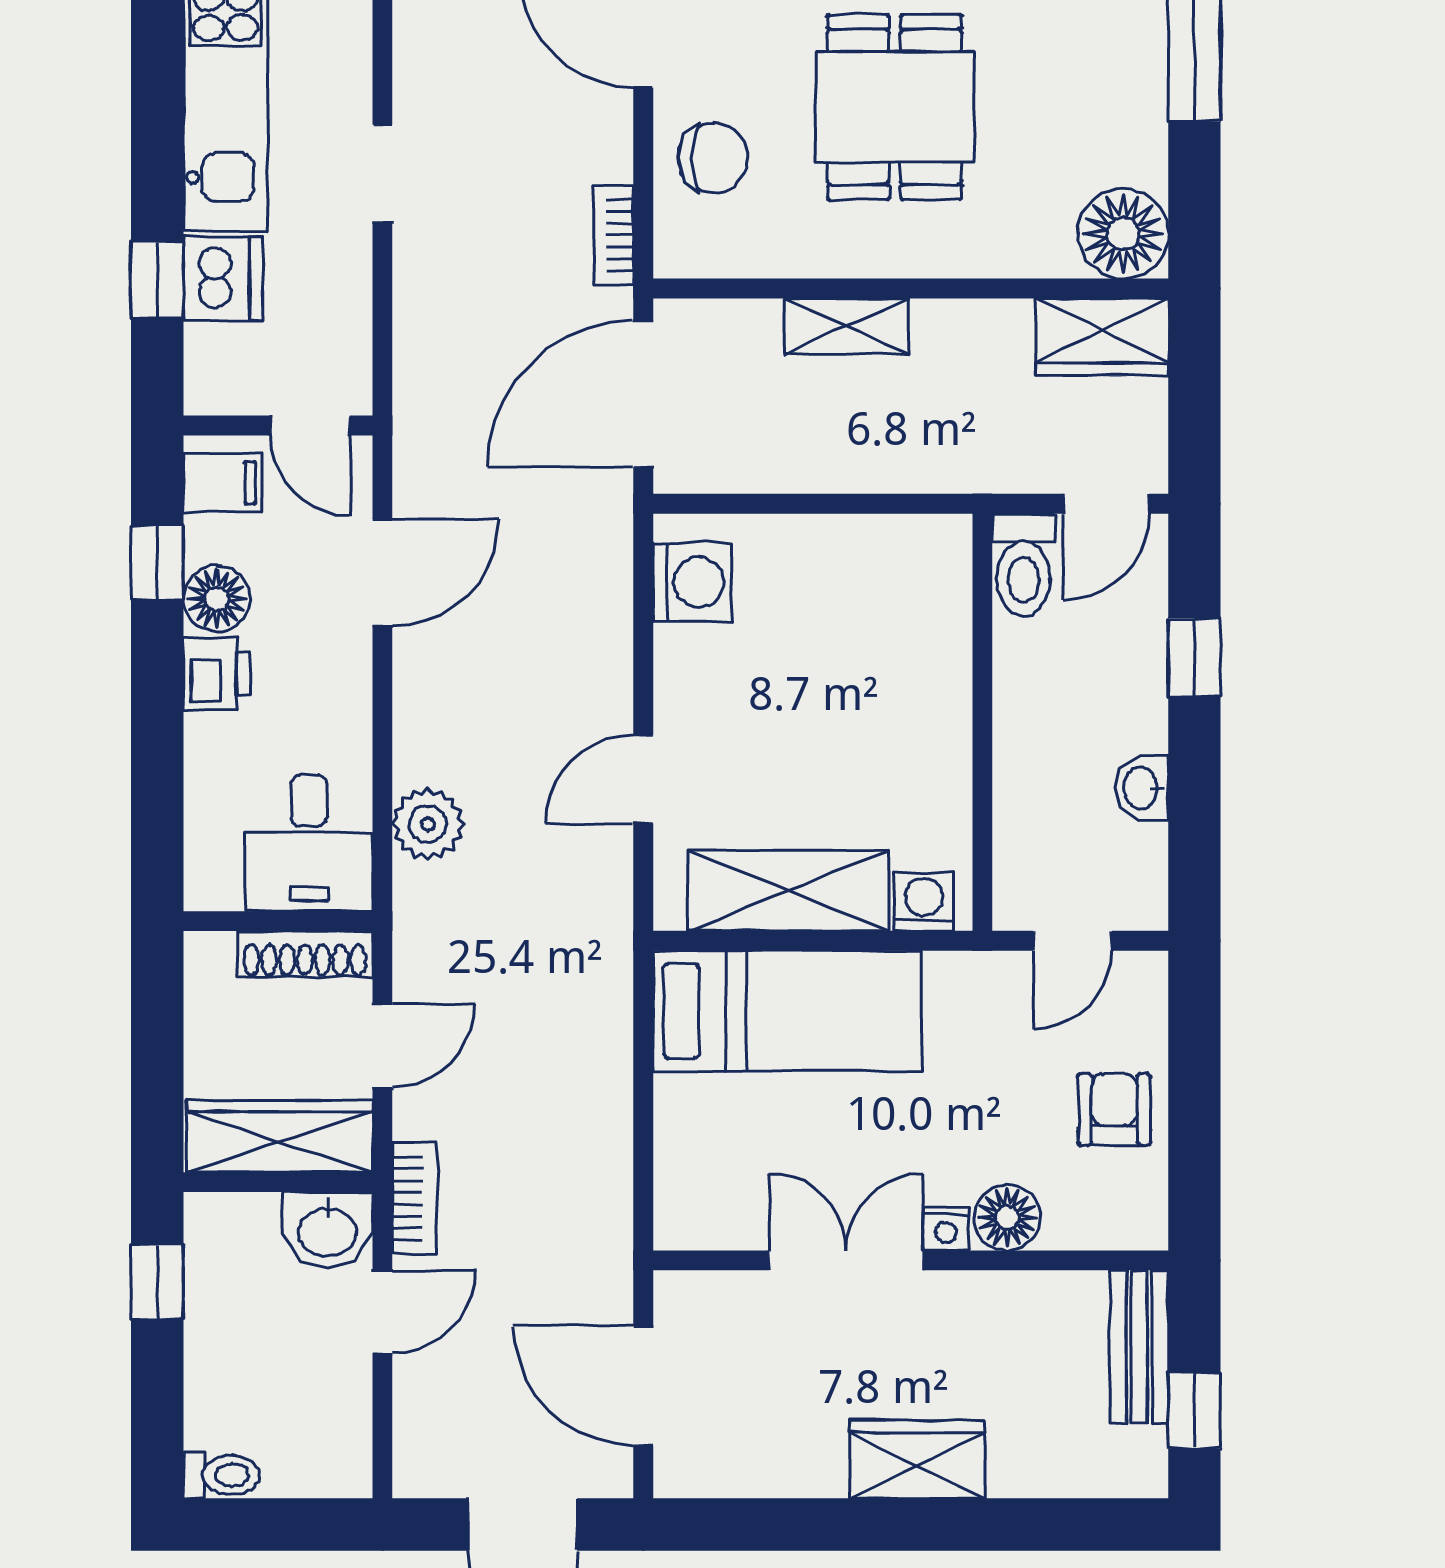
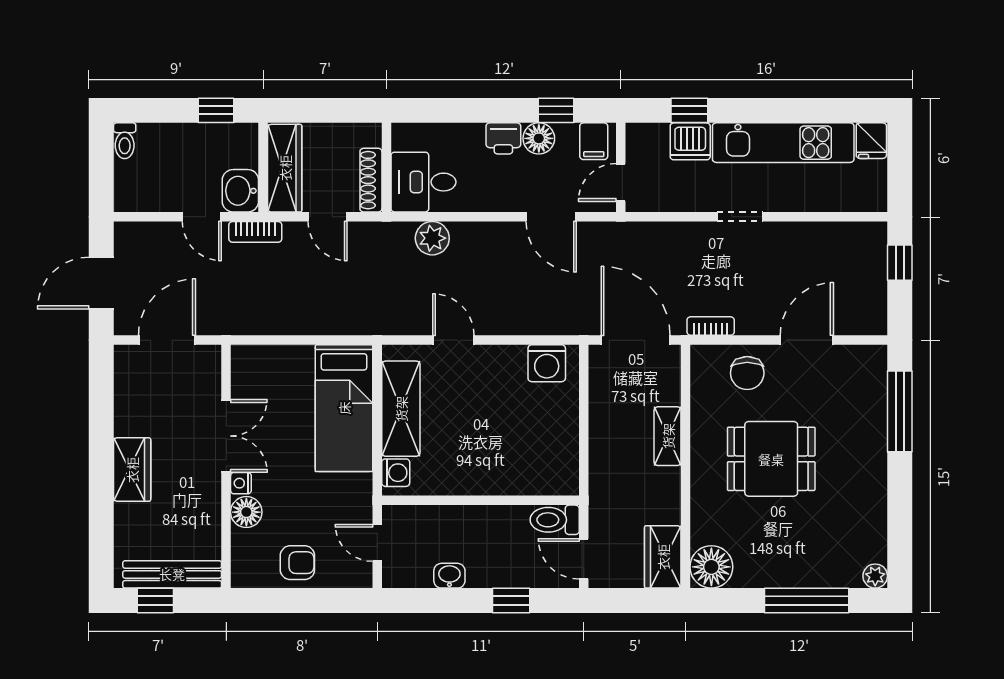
bench: (1139, 1347) -> (172, 574), width x1.36

